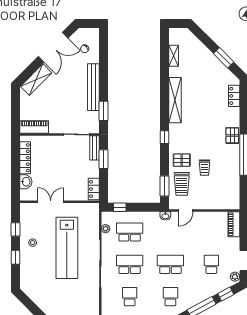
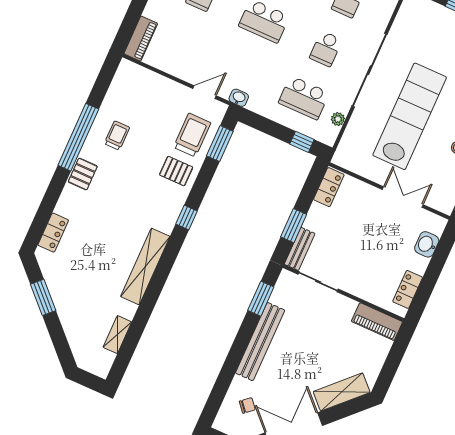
locker: (25, 158) -> (408, 289), width x0.66
trolley: (204, 168) -> (117, 136), moved
double door: (51, 202) -> (403, 197), swing flipped
school desk: (130, 264) -> (326, 49), width x0.54

